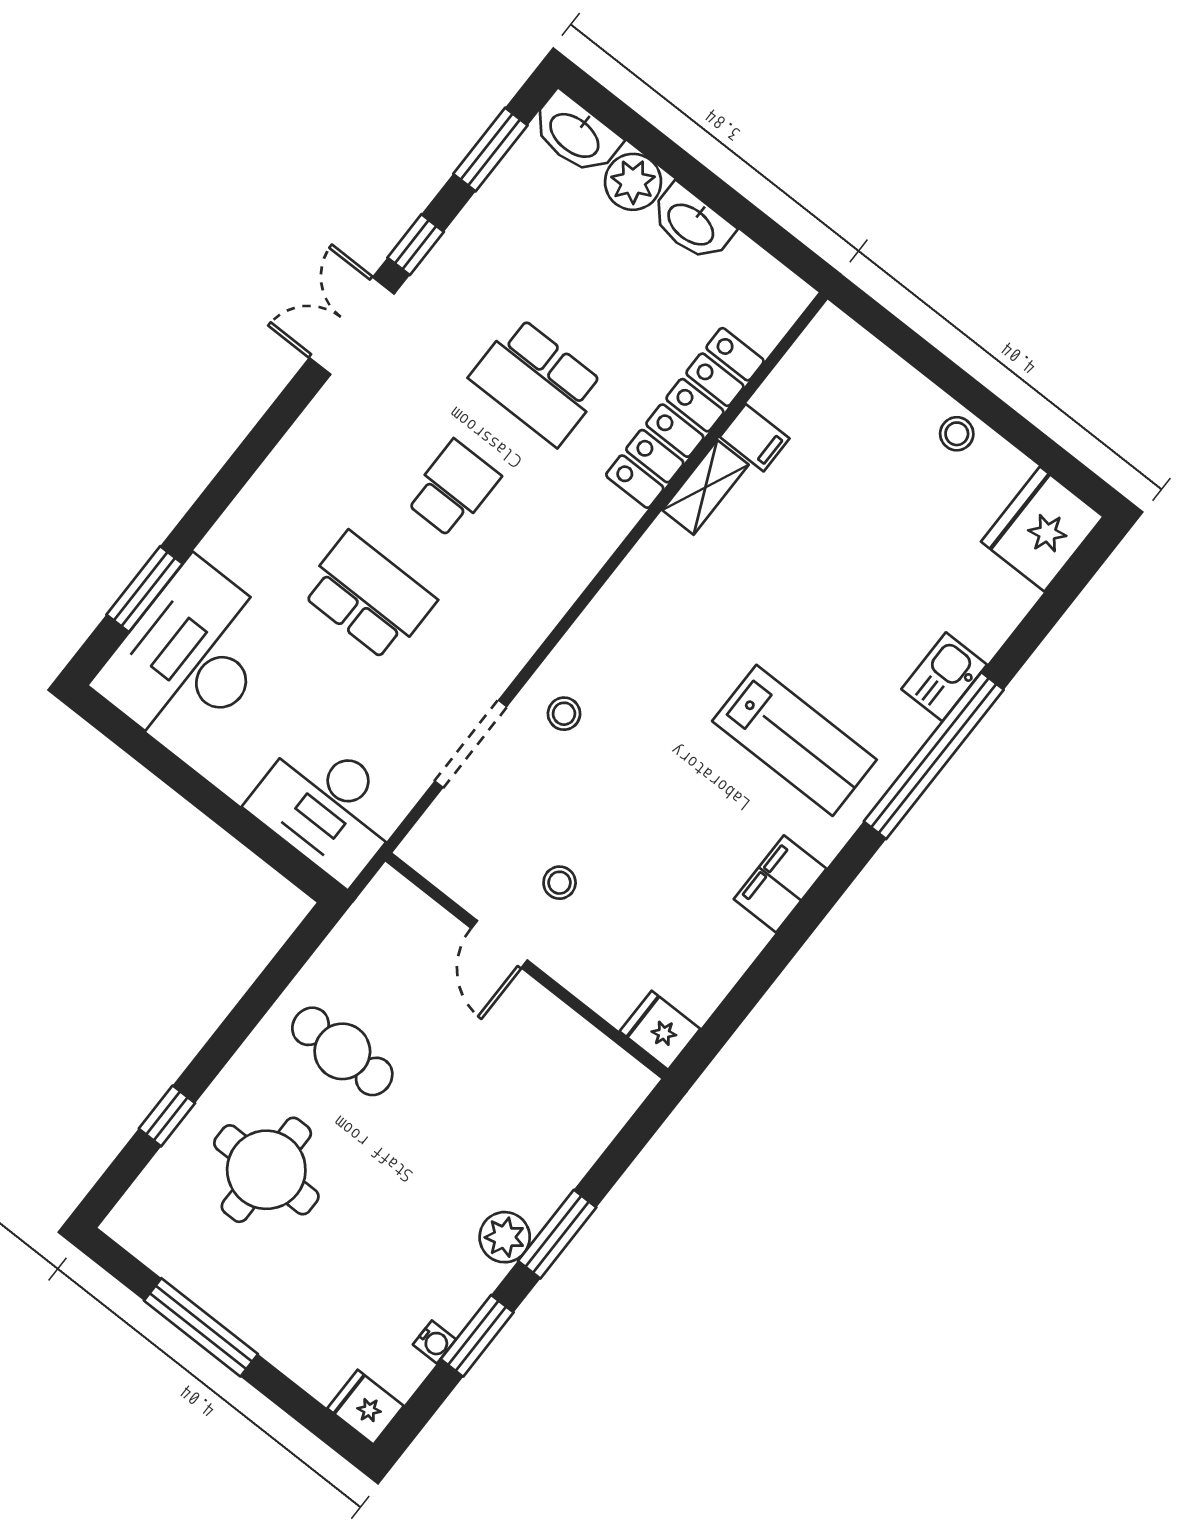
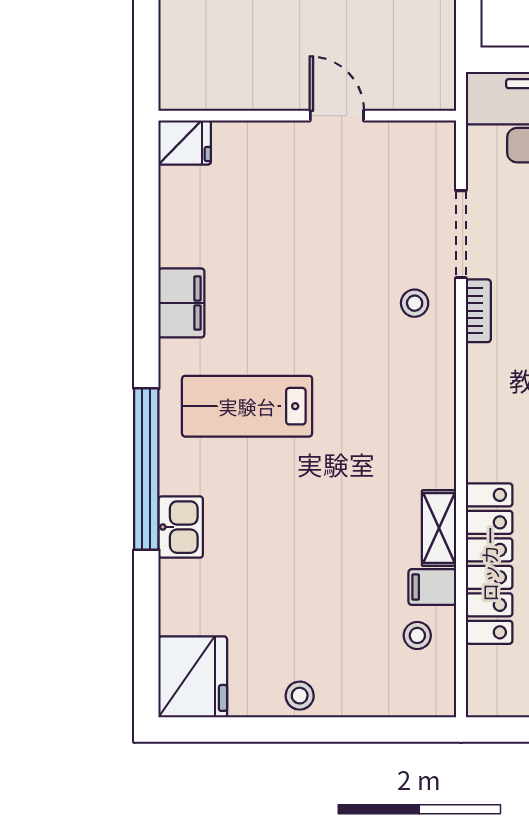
bookcase: (511, 660) -> (478, 311), added
stool: (560, 883) -> (417, 635), moved

